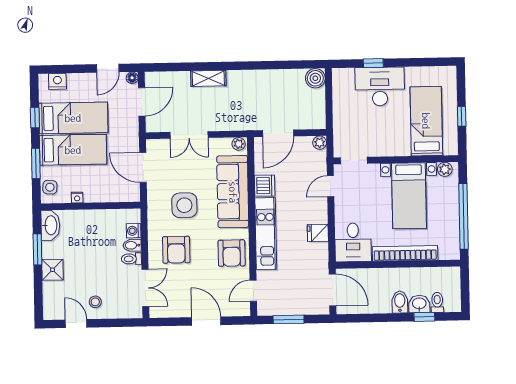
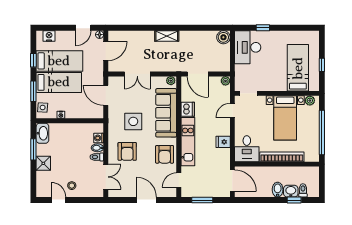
shelving: (208, 78) -> (167, 36), moved
desk: (380, 87) -> (248, 47), moved, turned -90
door: (278, 133) -> (198, 74), hinge flipped

